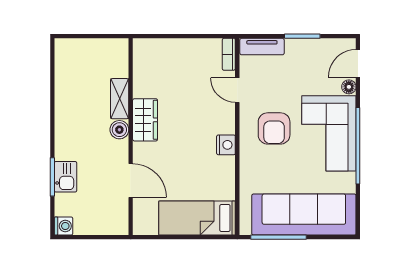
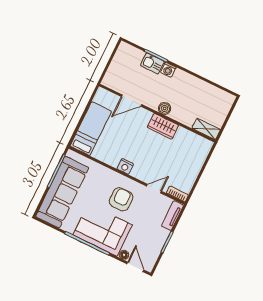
shelving: (120, 99) -> (206, 129), moved
armchair: (274, 128) -> (121, 199), turned 90
washing machine: (63, 226) -> (168, 70), moved

